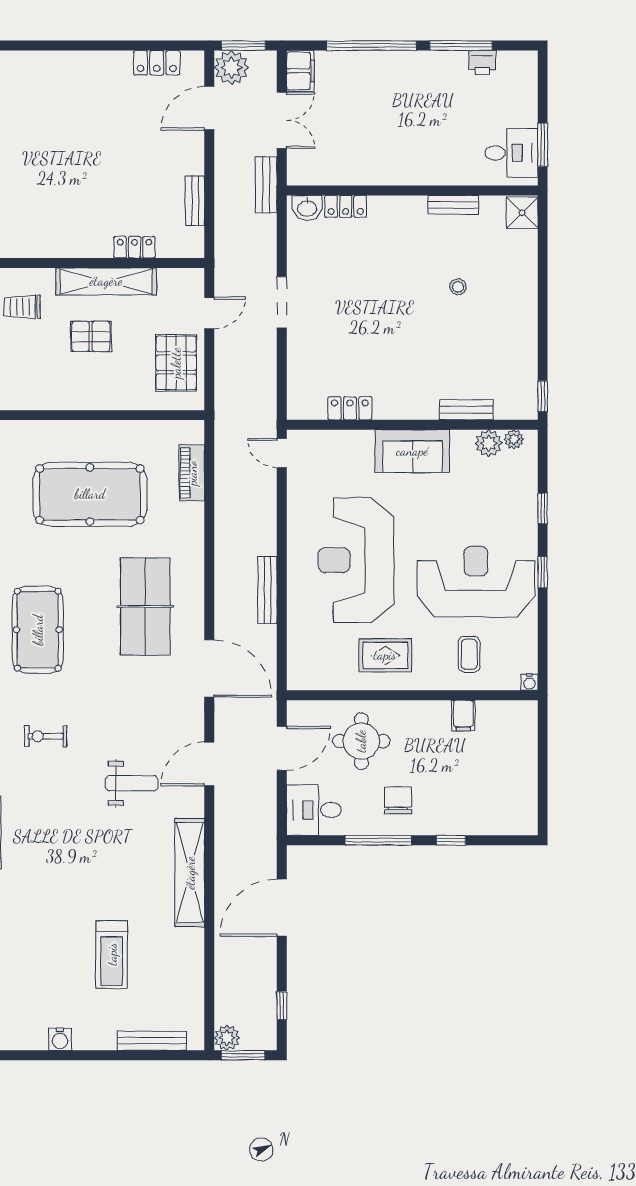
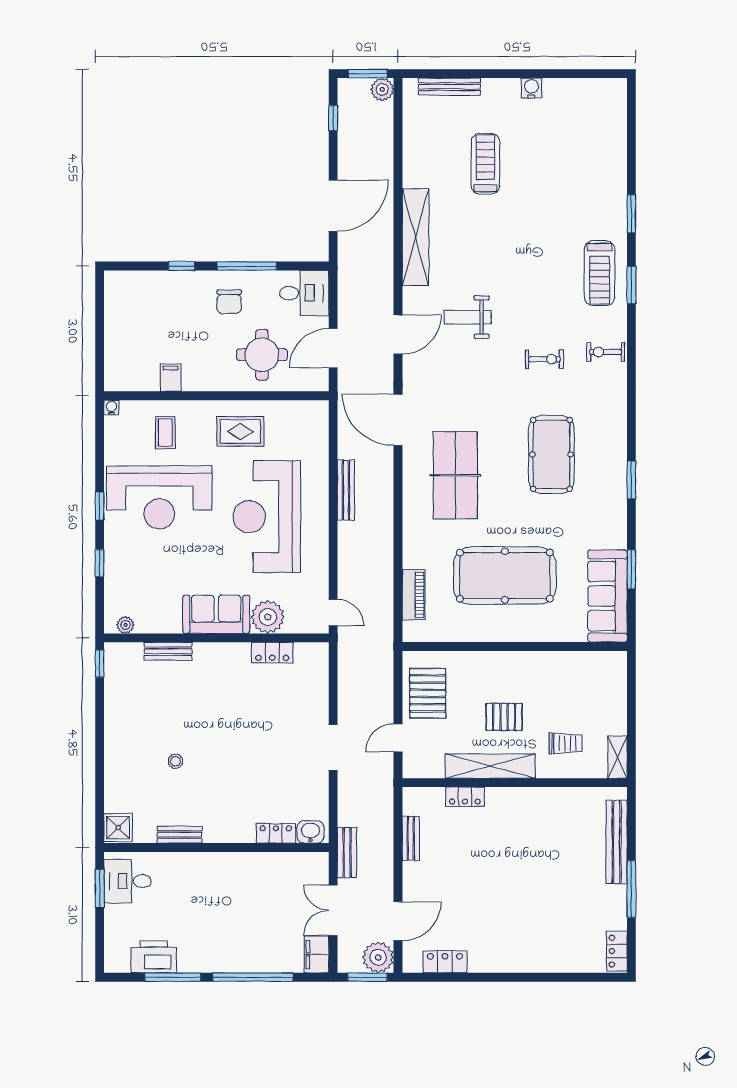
printer: (482, 63) -> (154, 957), width x1.87, depth x1.48
plant: (489, 443) -> (268, 617), moved, width x1.36, depth x1.36
reception desk: (356, 560) -> (267, 517), turned 180

